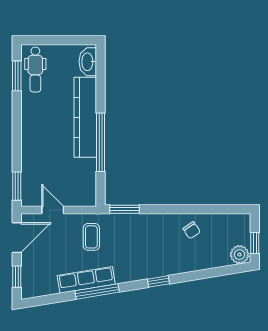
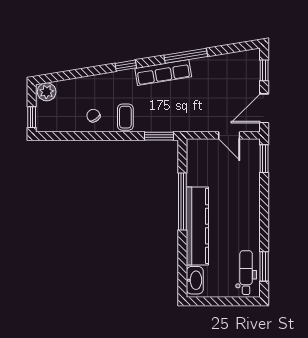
coffee table: (91, 237) -> (125, 117), moved
window: (255, 243) -> (32, 117), moved
row of seats: (86, 280) -> (163, 72), moved

